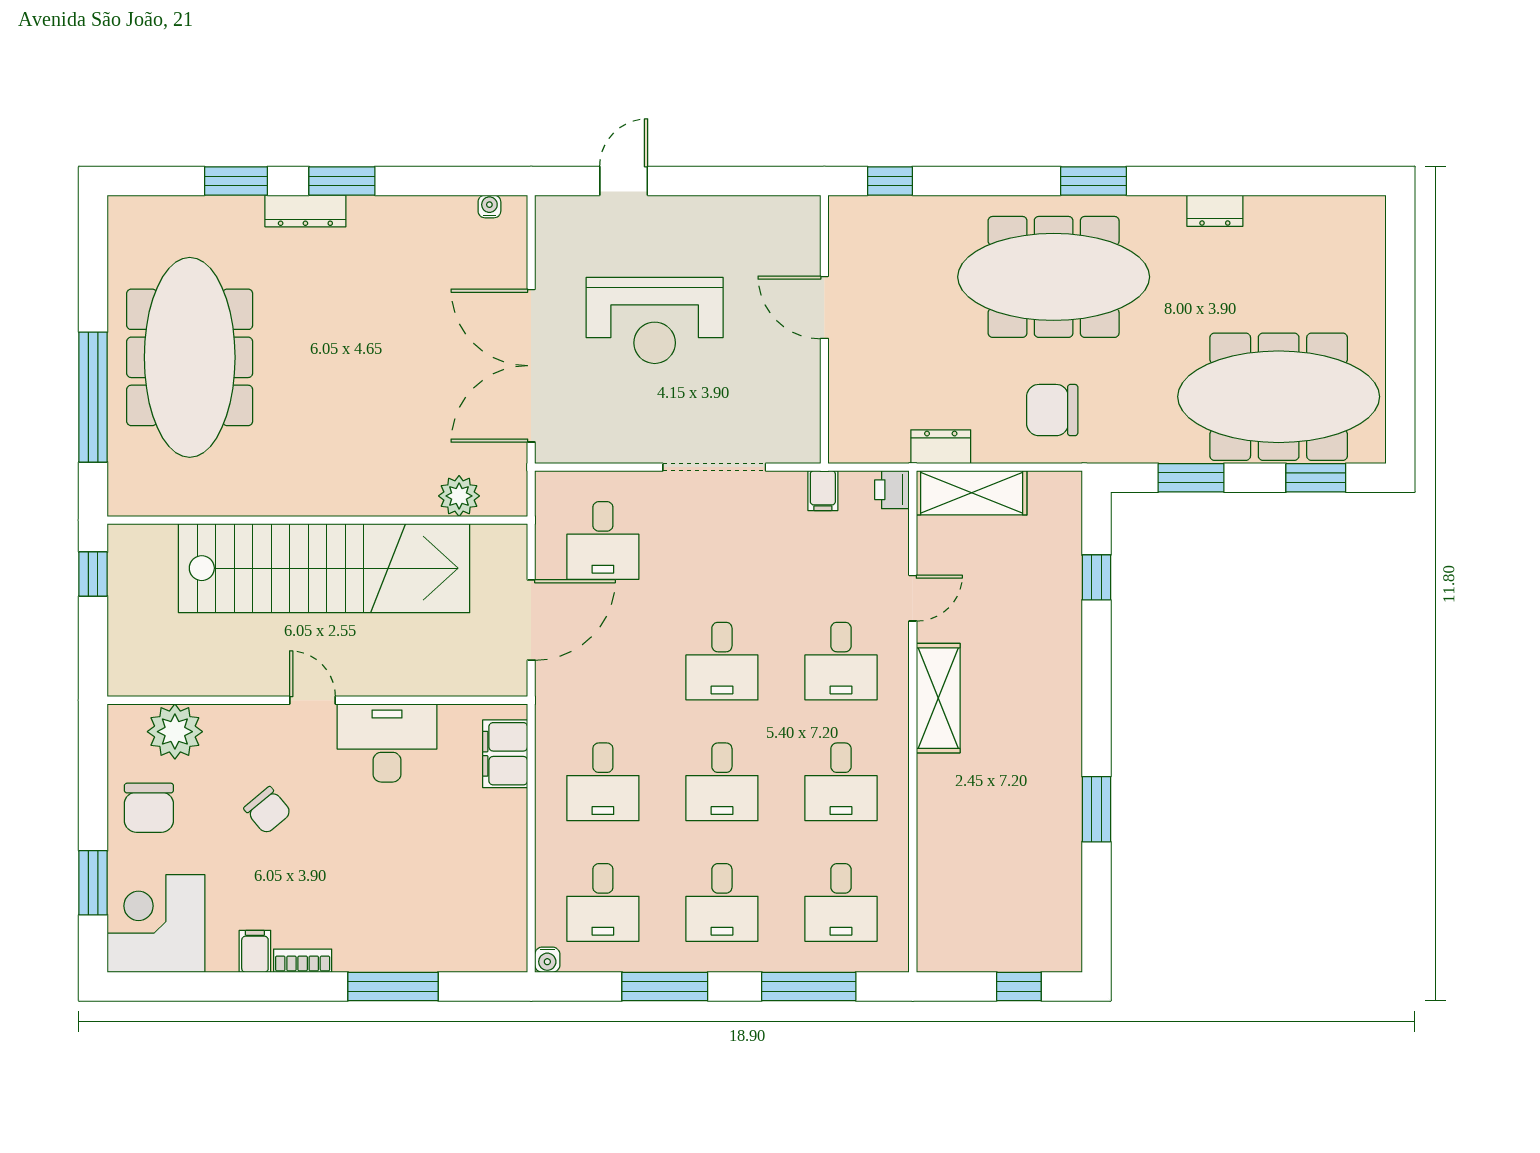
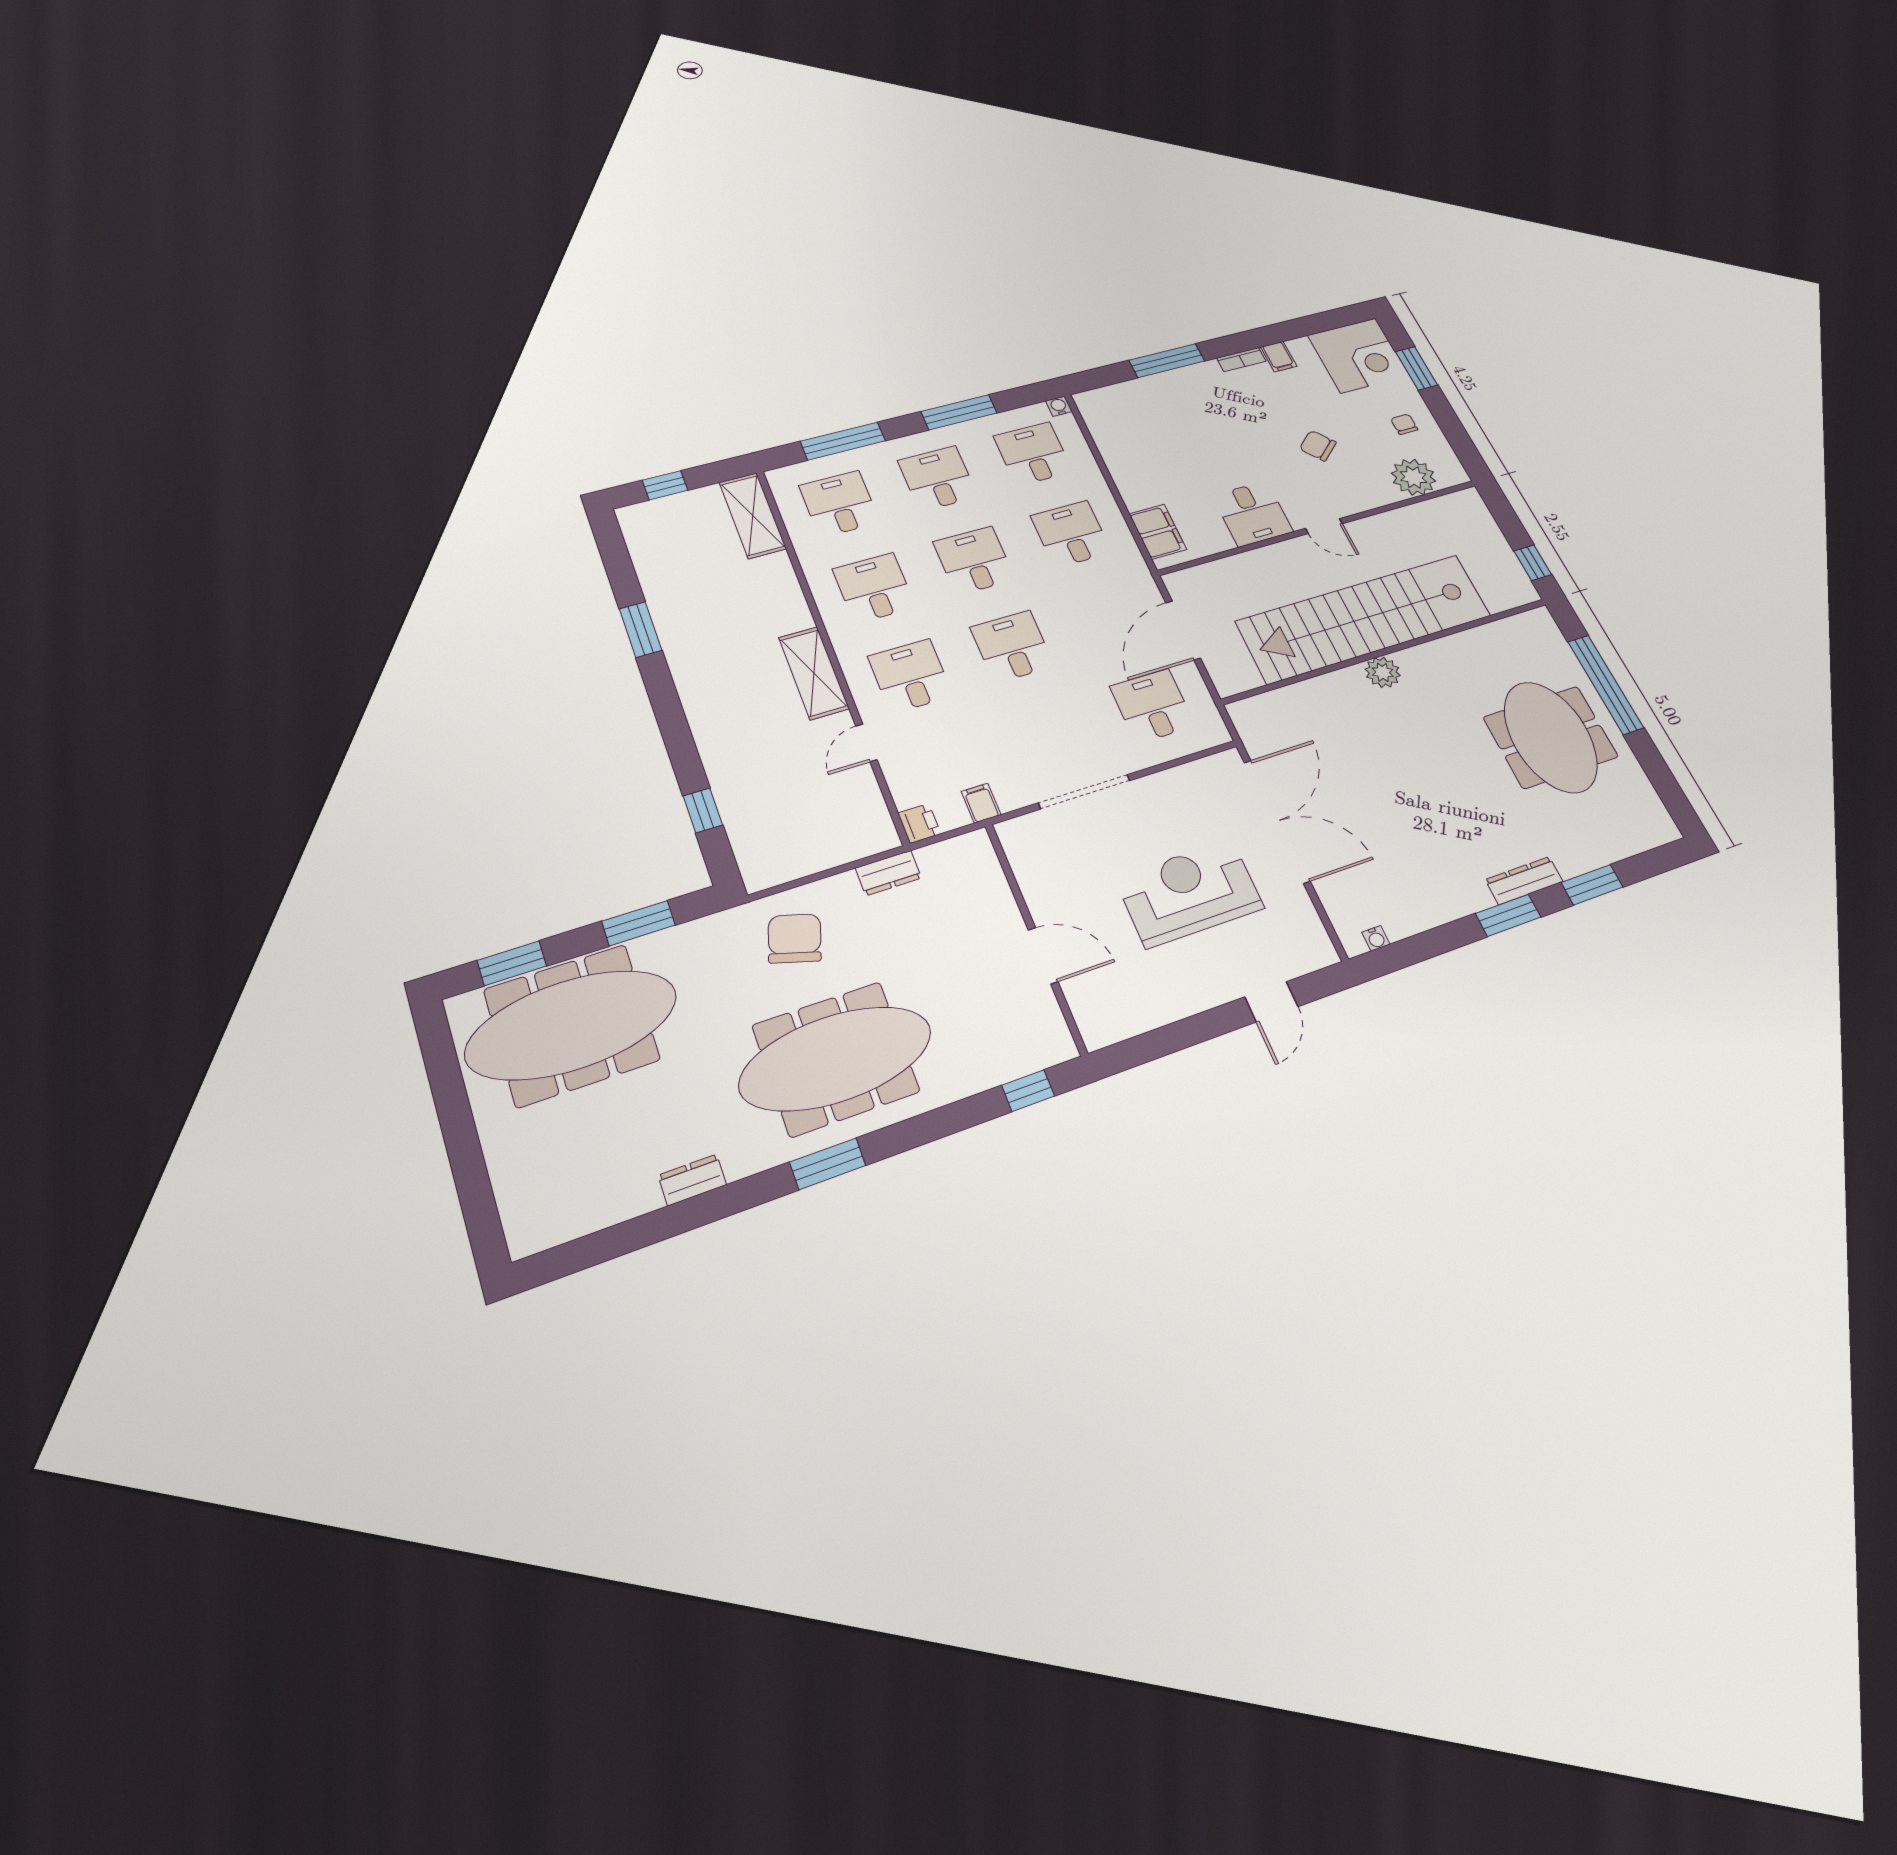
meeting table: (190, 357) -> (1551, 737), width x0.73
chair: (1052, 410) -> (795, 938), turned -73
shelving: (972, 493) -> (753, 515), moved, turned 90
plant: (459, 496) -> (1383, 672), moved
desk: (387, 743) -> (1253, 514), width x0.73
chair: (149, 808) -> (1404, 424), width x0.54, depth x0.54

